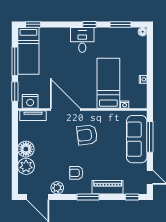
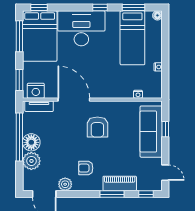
desk: (82, 40) -> (81, 28), width x1.87, depth x1.30
bed: (28, 51) -> (40, 36), width x1.50
window: (15, 61) -> (19, 36), moved
bed: (108, 83) -> (132, 38), moved, turned 180
armchair: (87, 135) -> (97, 127), turned -83
window: (150, 137) -> (165, 129), width x0.46
window: (15, 144) -> (19, 137), added
window: (88, 197) -> (112, 194), moved

